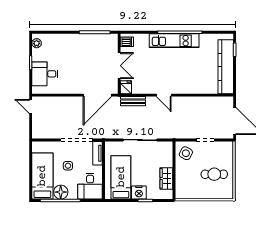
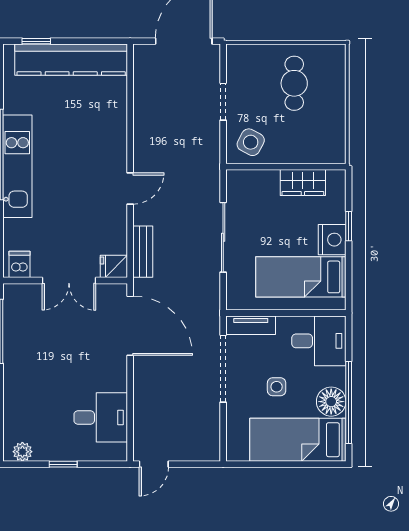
double door: (119, 66) -> (69, 280), swing flipped
desk: (45, 74) -> (101, 417), moved, turned -90

